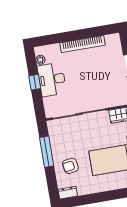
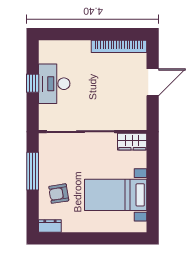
bookcase: (82, 44) -> (119, 46), moved
plant: (40, 60) -> (44, 57), removed

